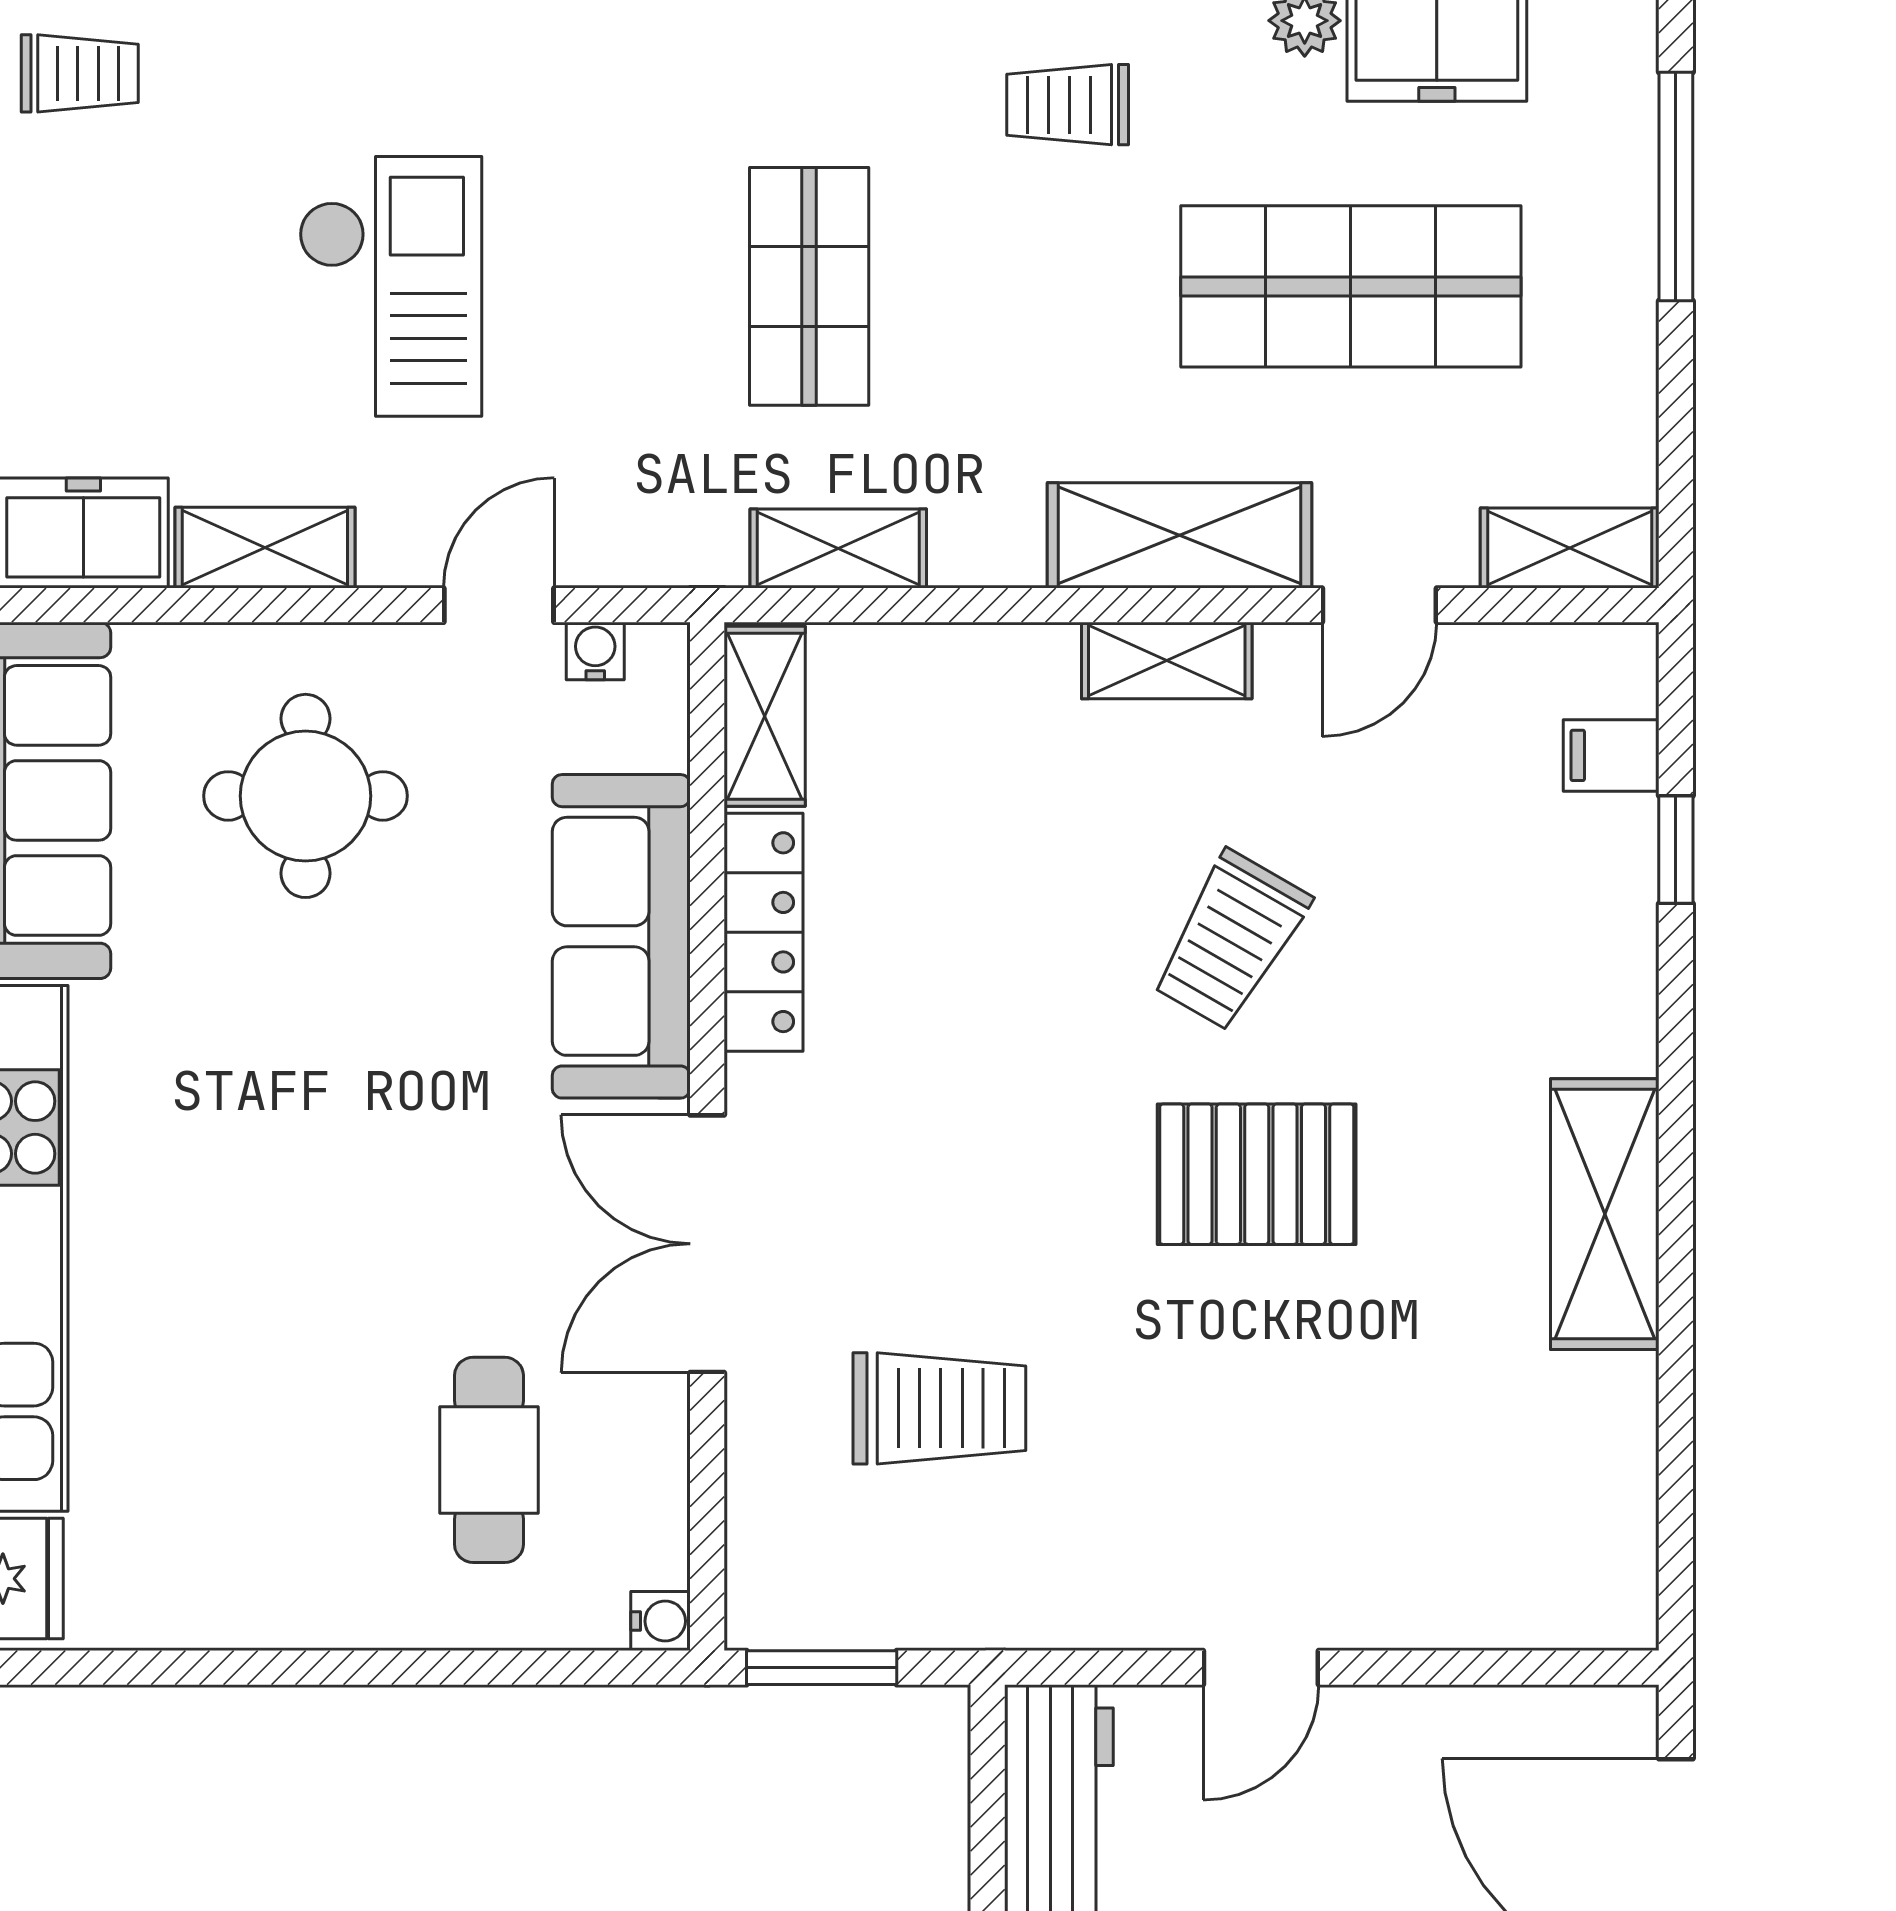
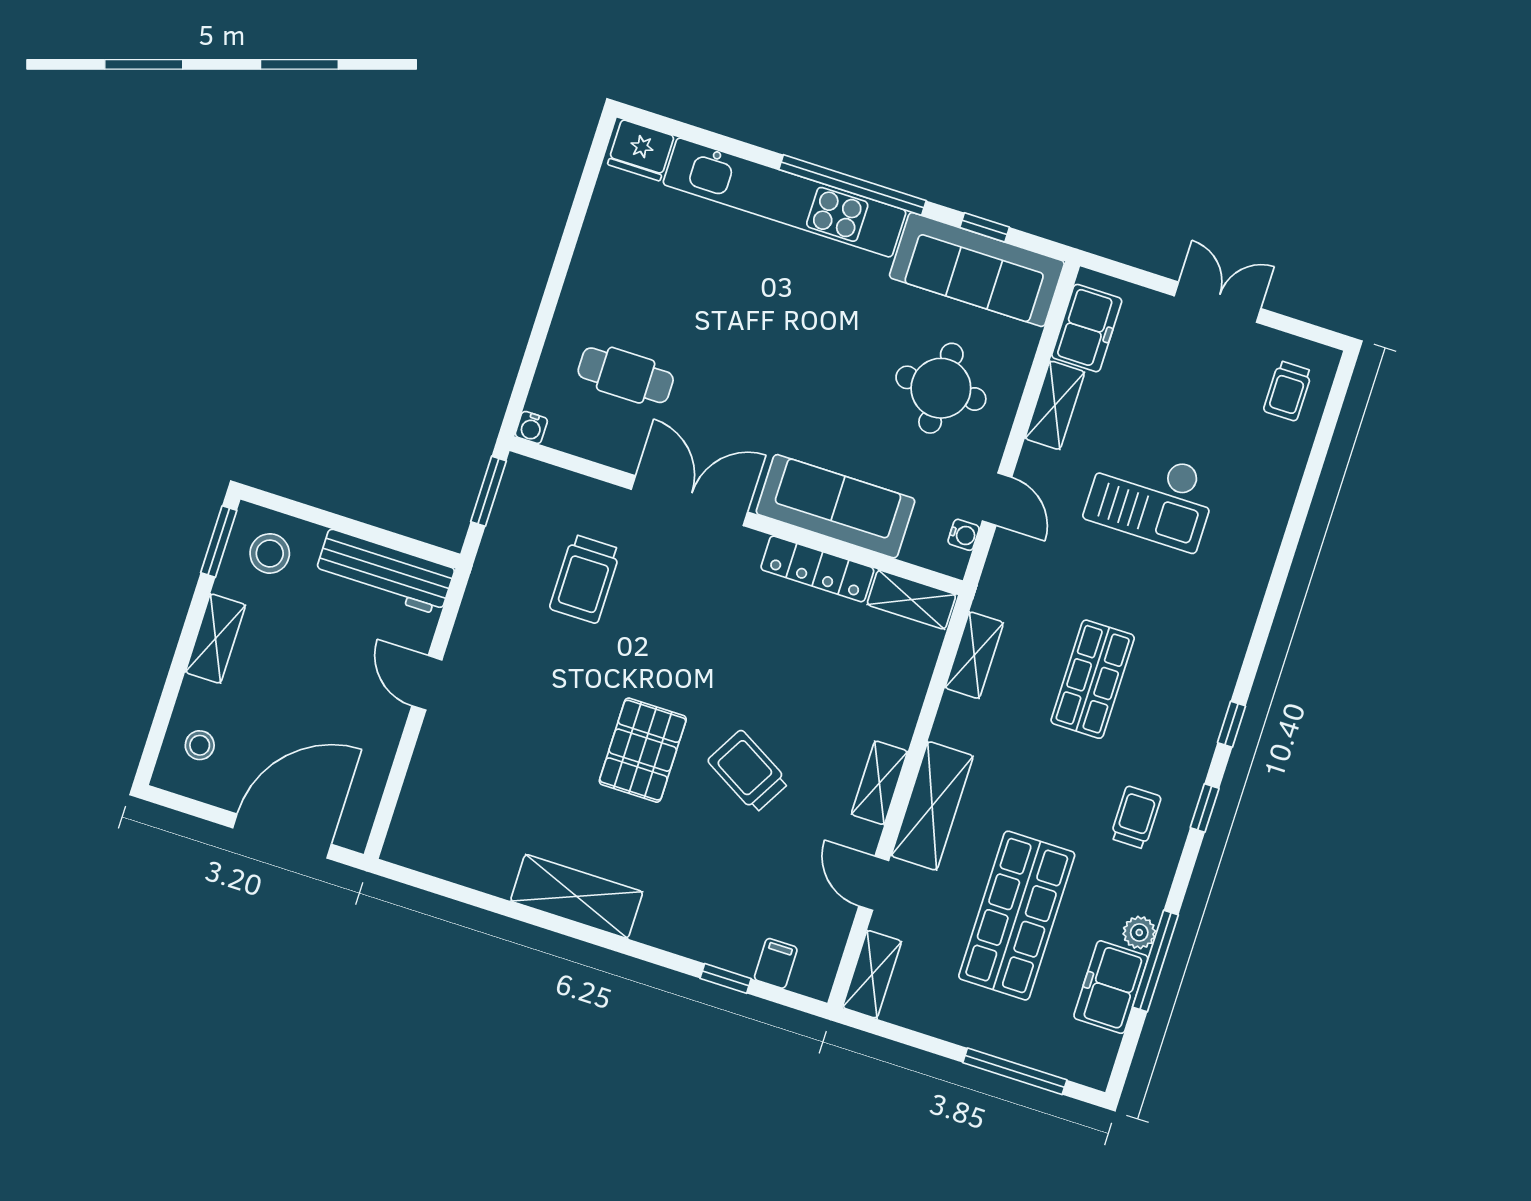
shop shelf: (809, 286) -> (1093, 679), turned 90

